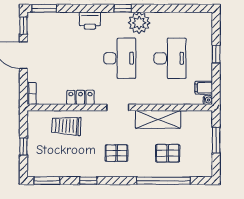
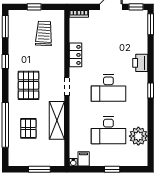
plant: (139, 23) -> (138, 136), moved
trolley: (66, 126) -> (44, 33), moved
pallet: (117, 153) -> (28, 85), width x1.50, depth x1.42

